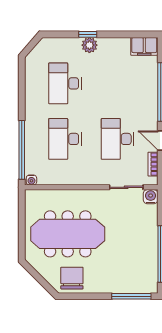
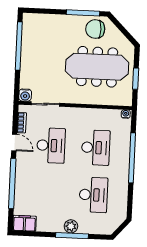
window: (88, 34) -> (72, 236), width x2.17
window: (22, 150) -> (132, 158), moved
window: (22, 222) -> (136, 79), added
chair: (72, 278) -> (95, 29), turned 90
window: (131, 296) -> (83, 13), moved

